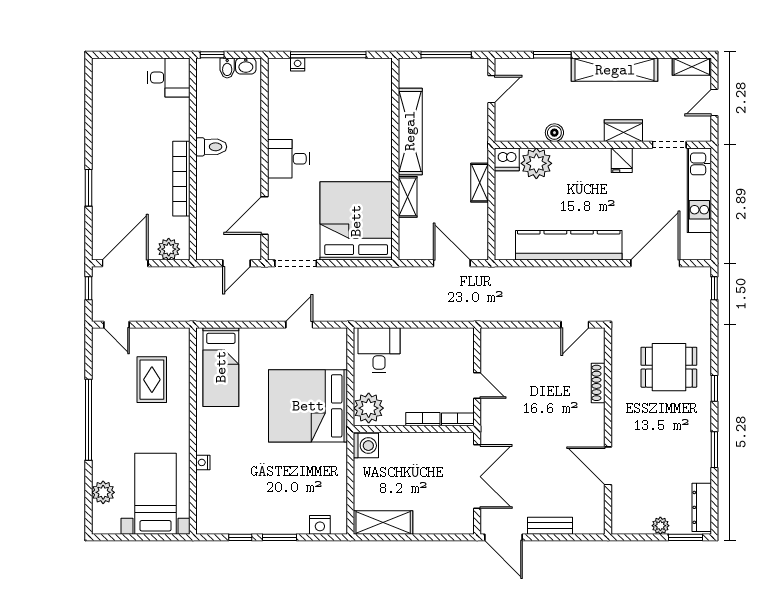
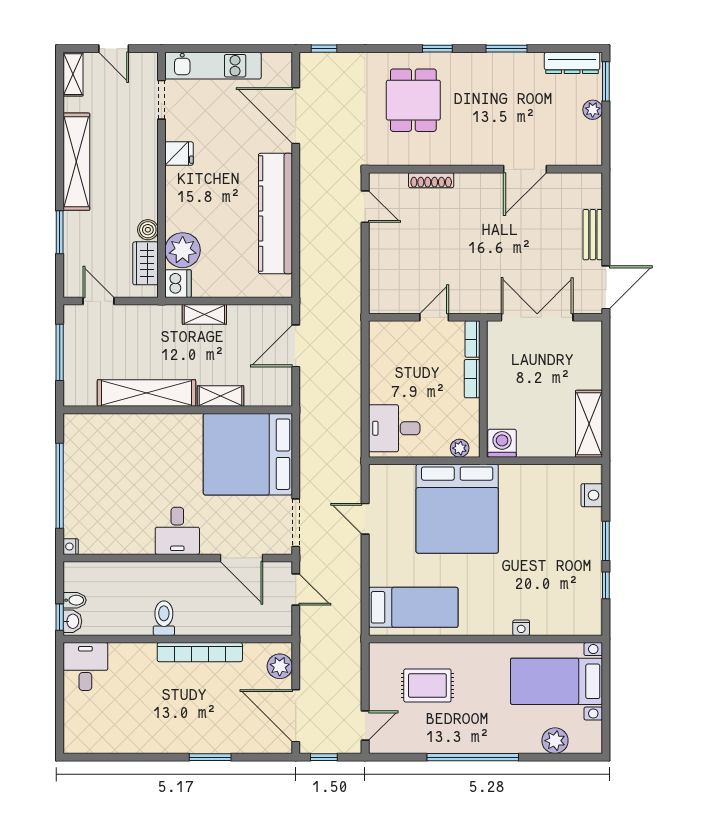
nightstand: (298, 64) -> (71, 547), moved
washbasin: (246, 66) -> (72, 621), moved
wardrobe: (623, 131) -> (145, 263), moved
plant: (369, 408) -> (460, 448), width x0.53, depth x0.53

